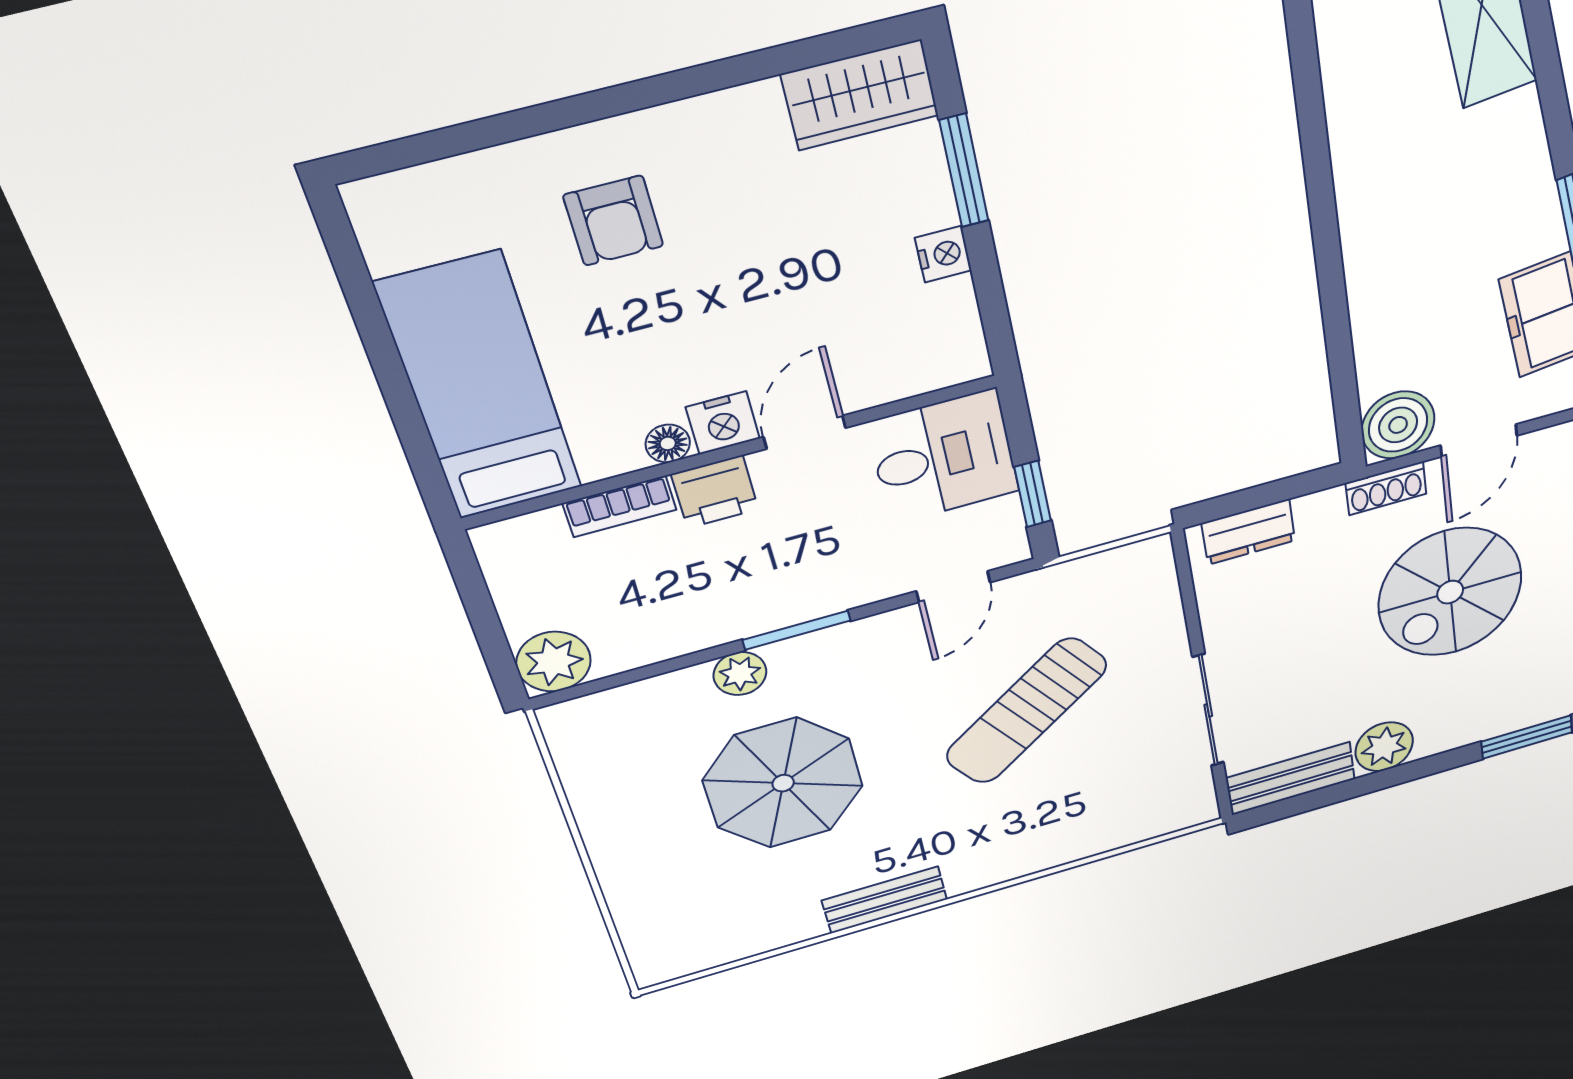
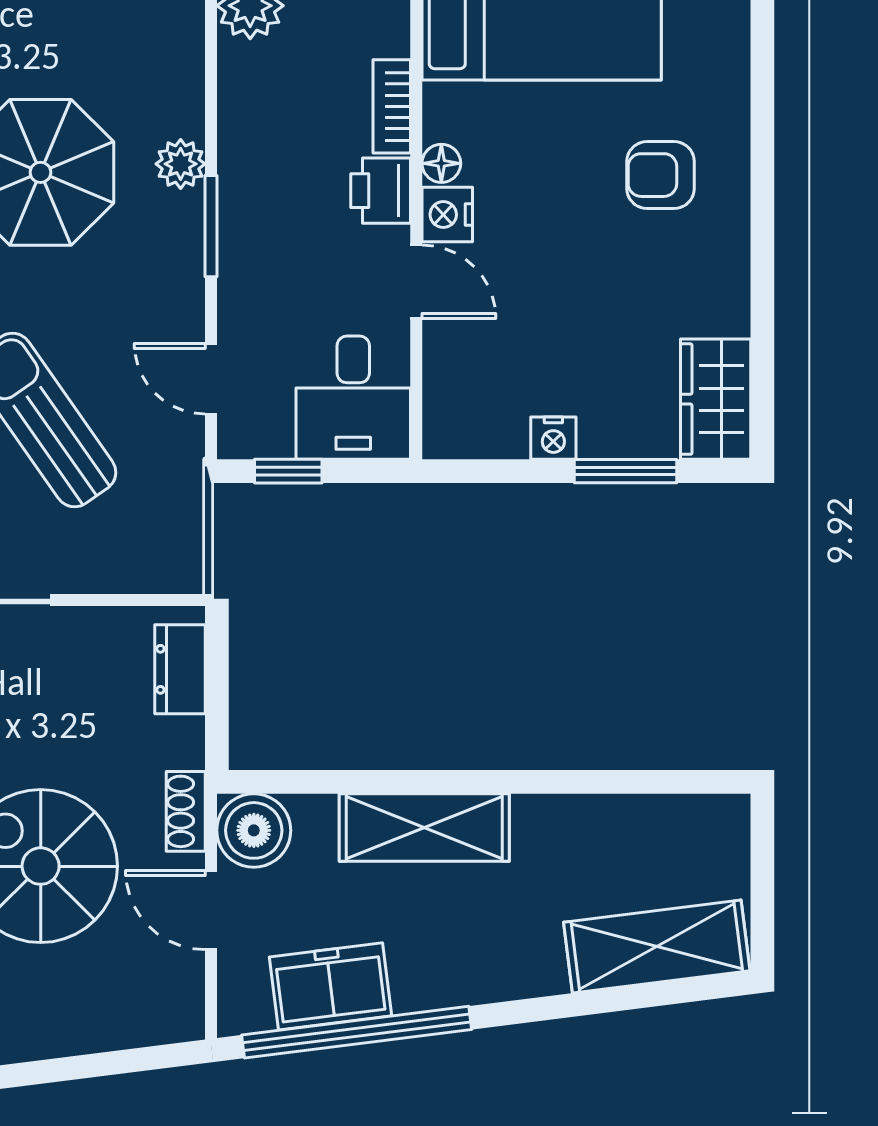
shelving: (1378, 271) -> (424, 828), added

